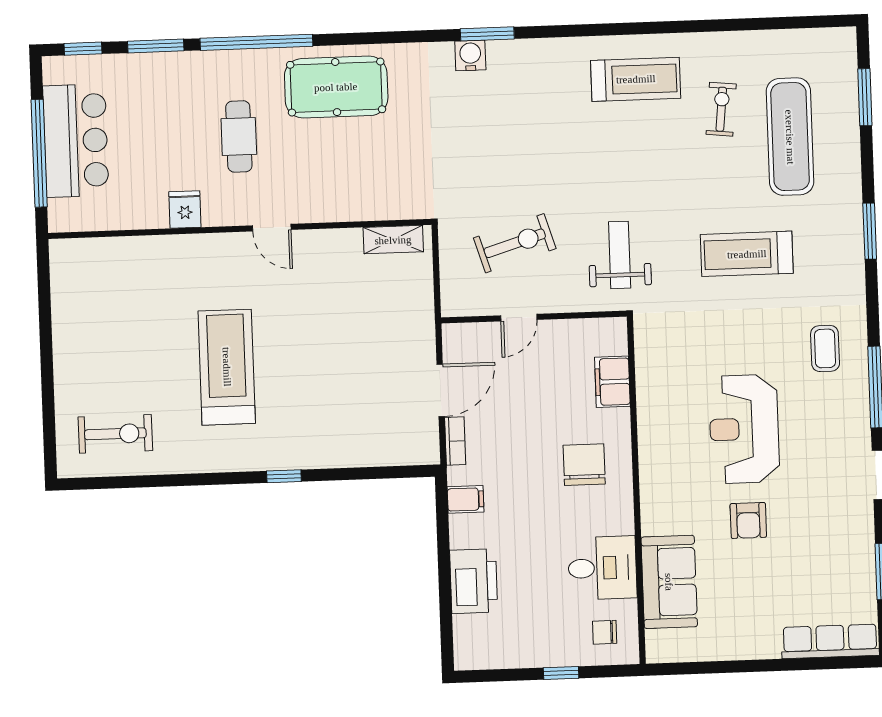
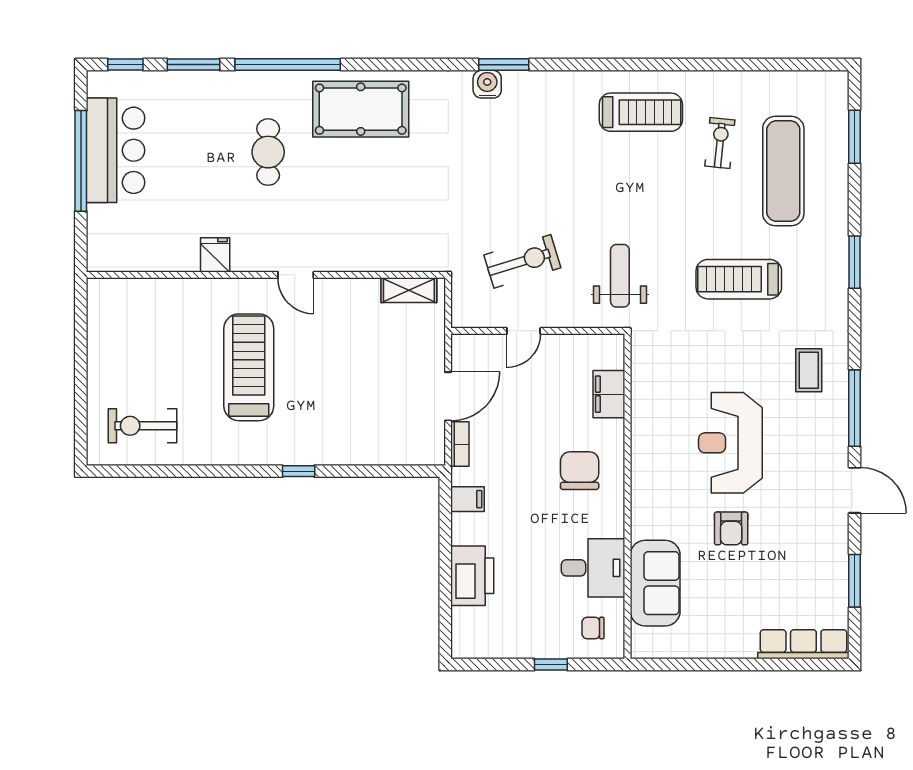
fridge: (185, 209) -> (215, 255), moved
door: (272, 228) -> (296, 275), moved
wall: (240, 229) -> (266, 275), moved
shelving: (393, 240) -> (409, 290), moved
exercise bike: (115, 434) -> (142, 426), turned 180

